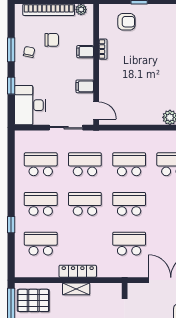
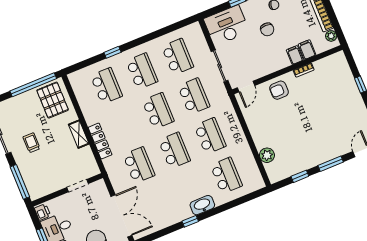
armchair: (126, 22) -> (279, 90), moved, turned 90
chair: (52, 40) -> (267, 29), moved
filing cabinet: (85, 86) -> (307, 50), moved
locker: (78, 271) -> (100, 141), moved

